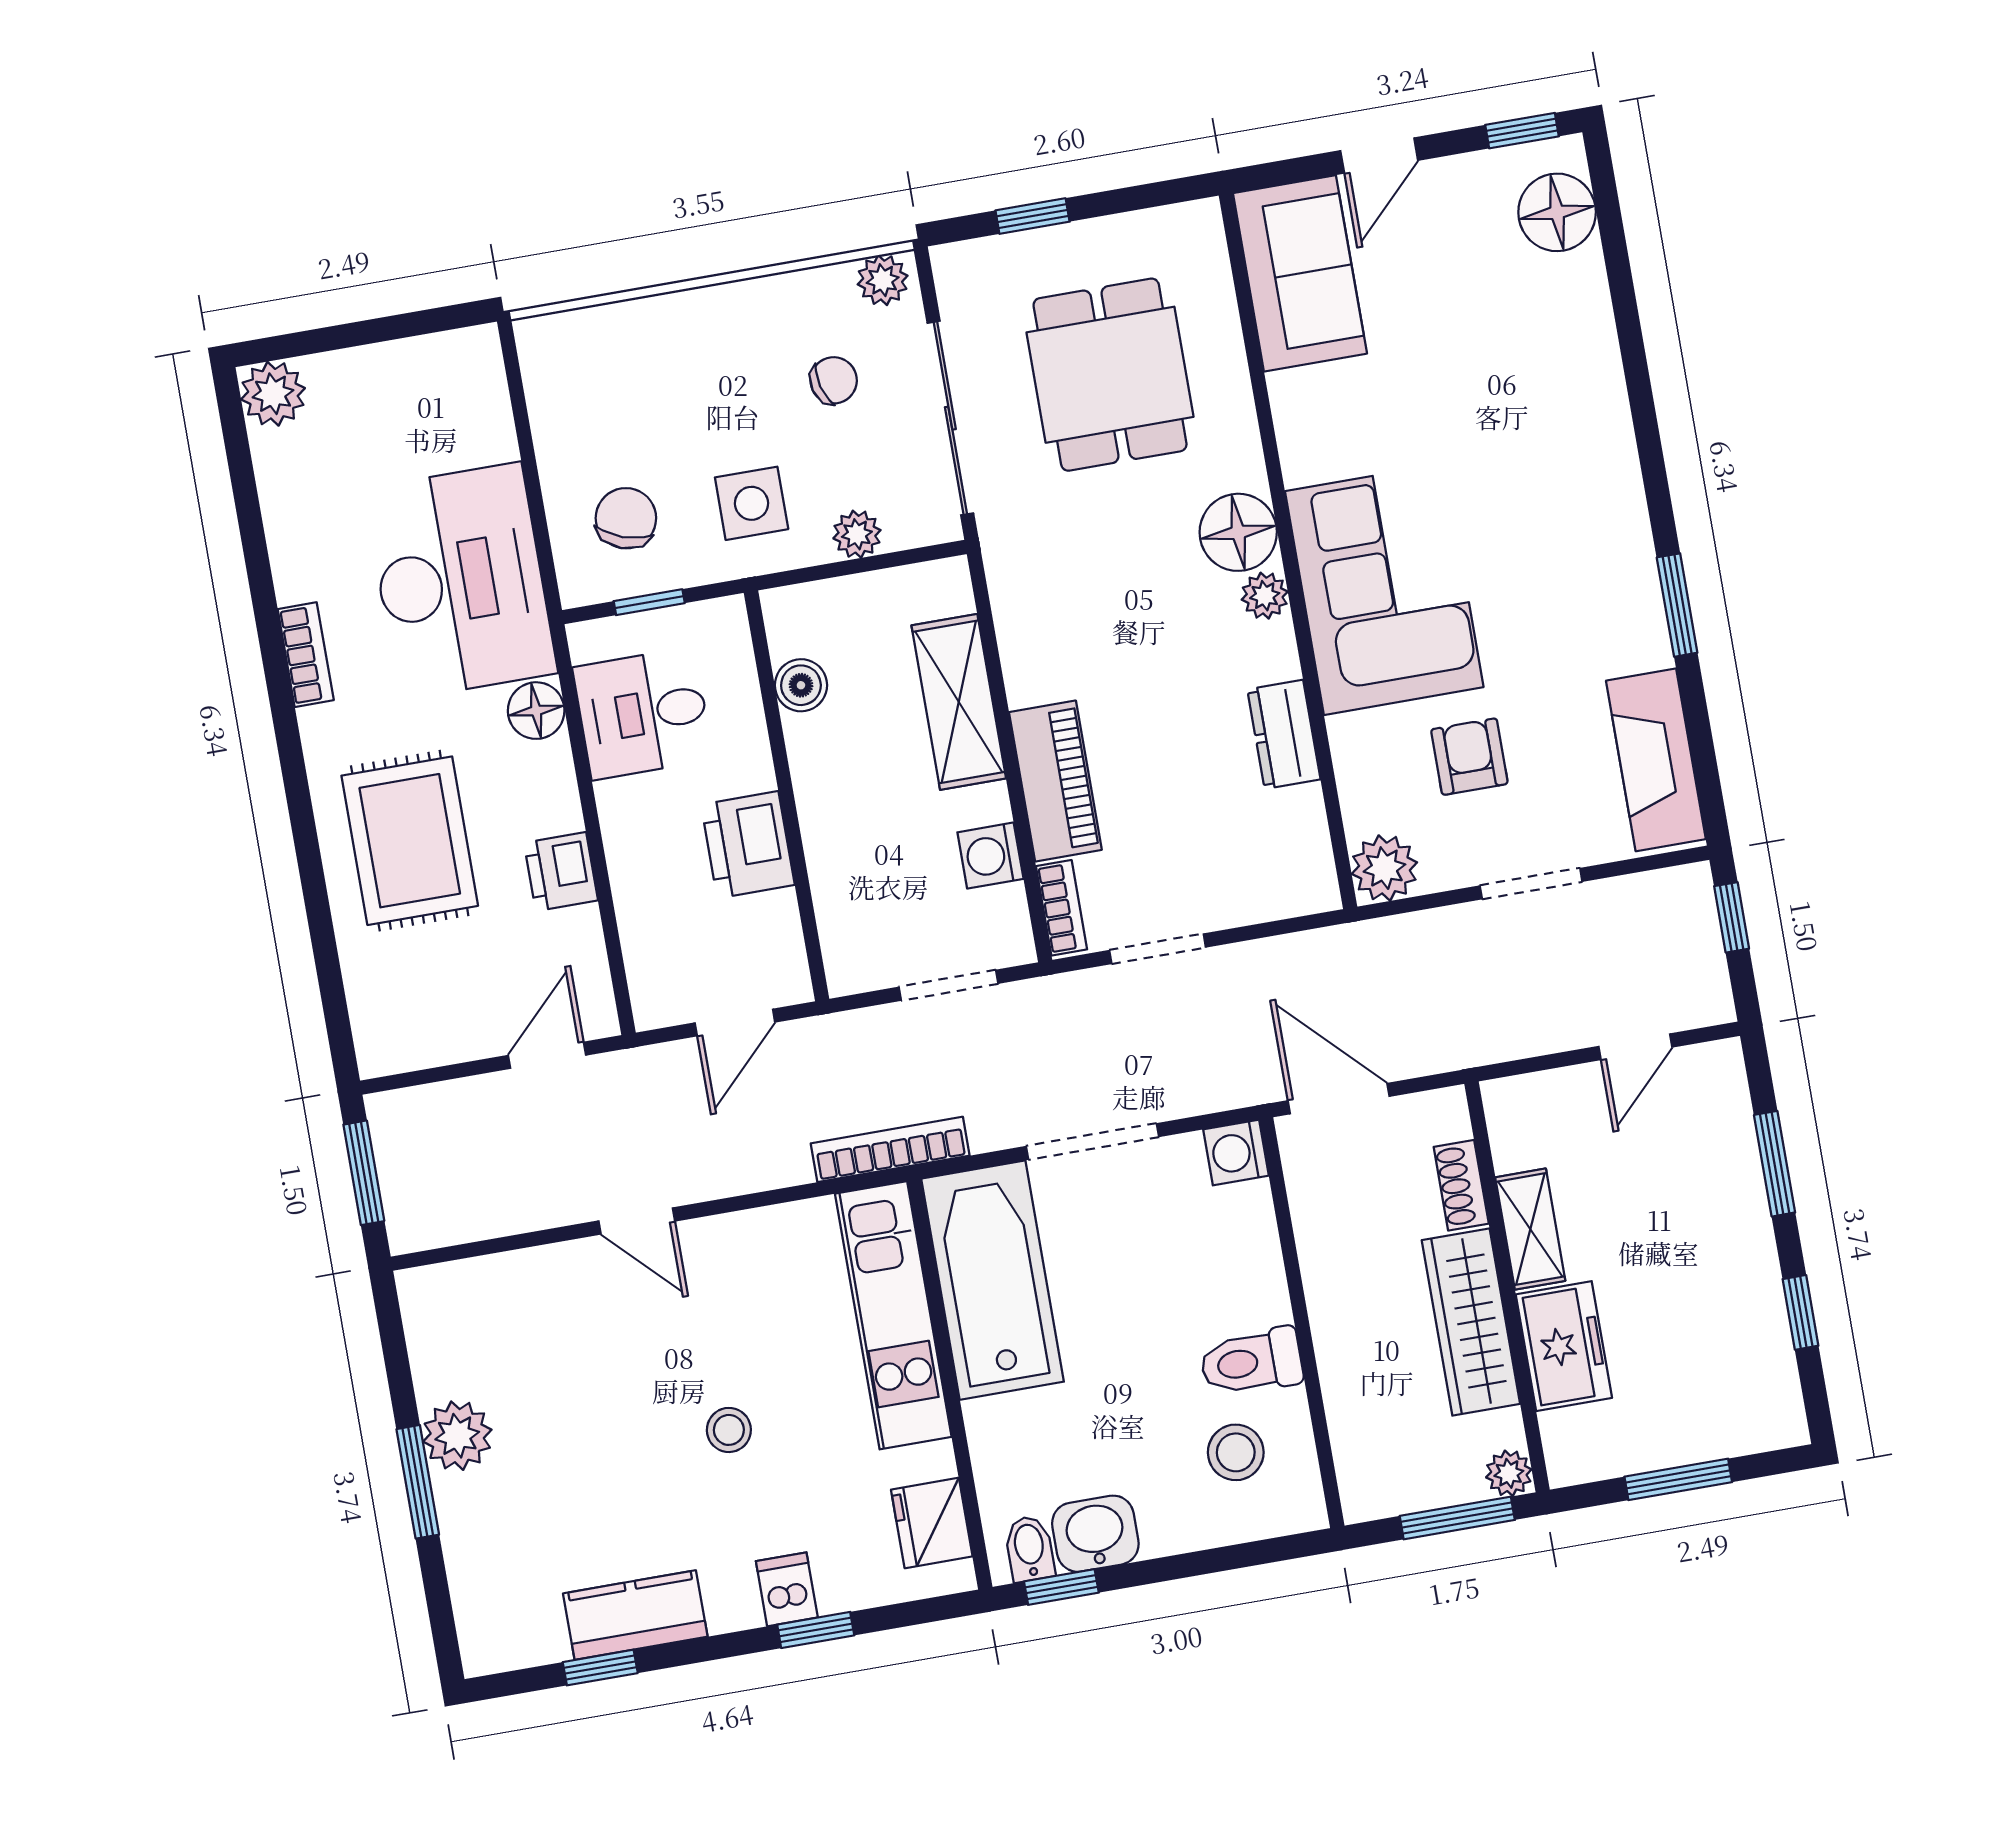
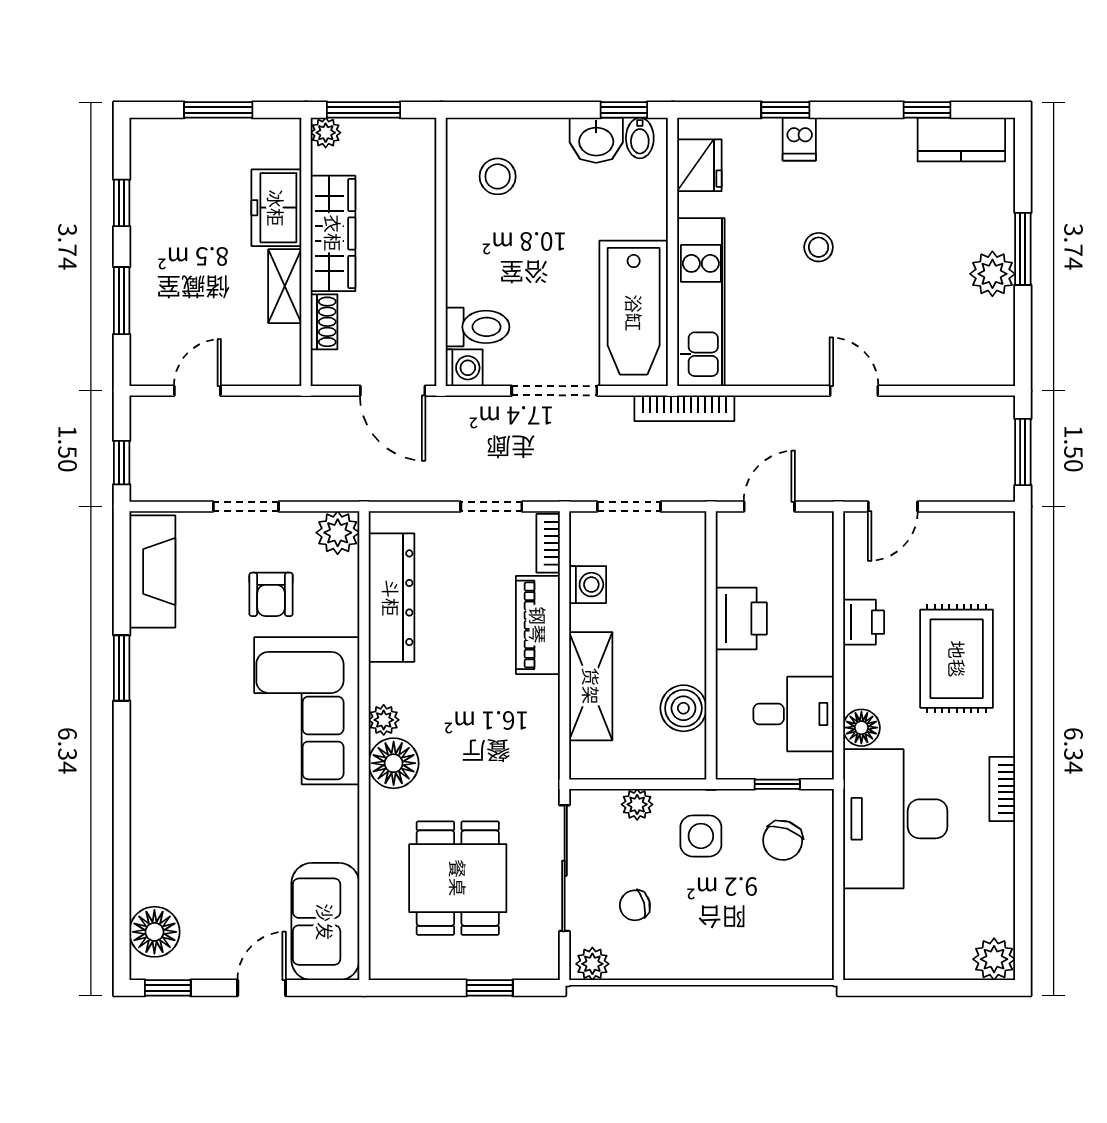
boiler: (801, 685) -> (683, 708), width x1.36, depth x1.36
dresser: (1284, 734) -> (391, 598), width x1.96, depth x1.24
toilet: (1251, 1362) -> (478, 327), moved
kitchen counter: (635, 1615) -> (961, 140), moved

